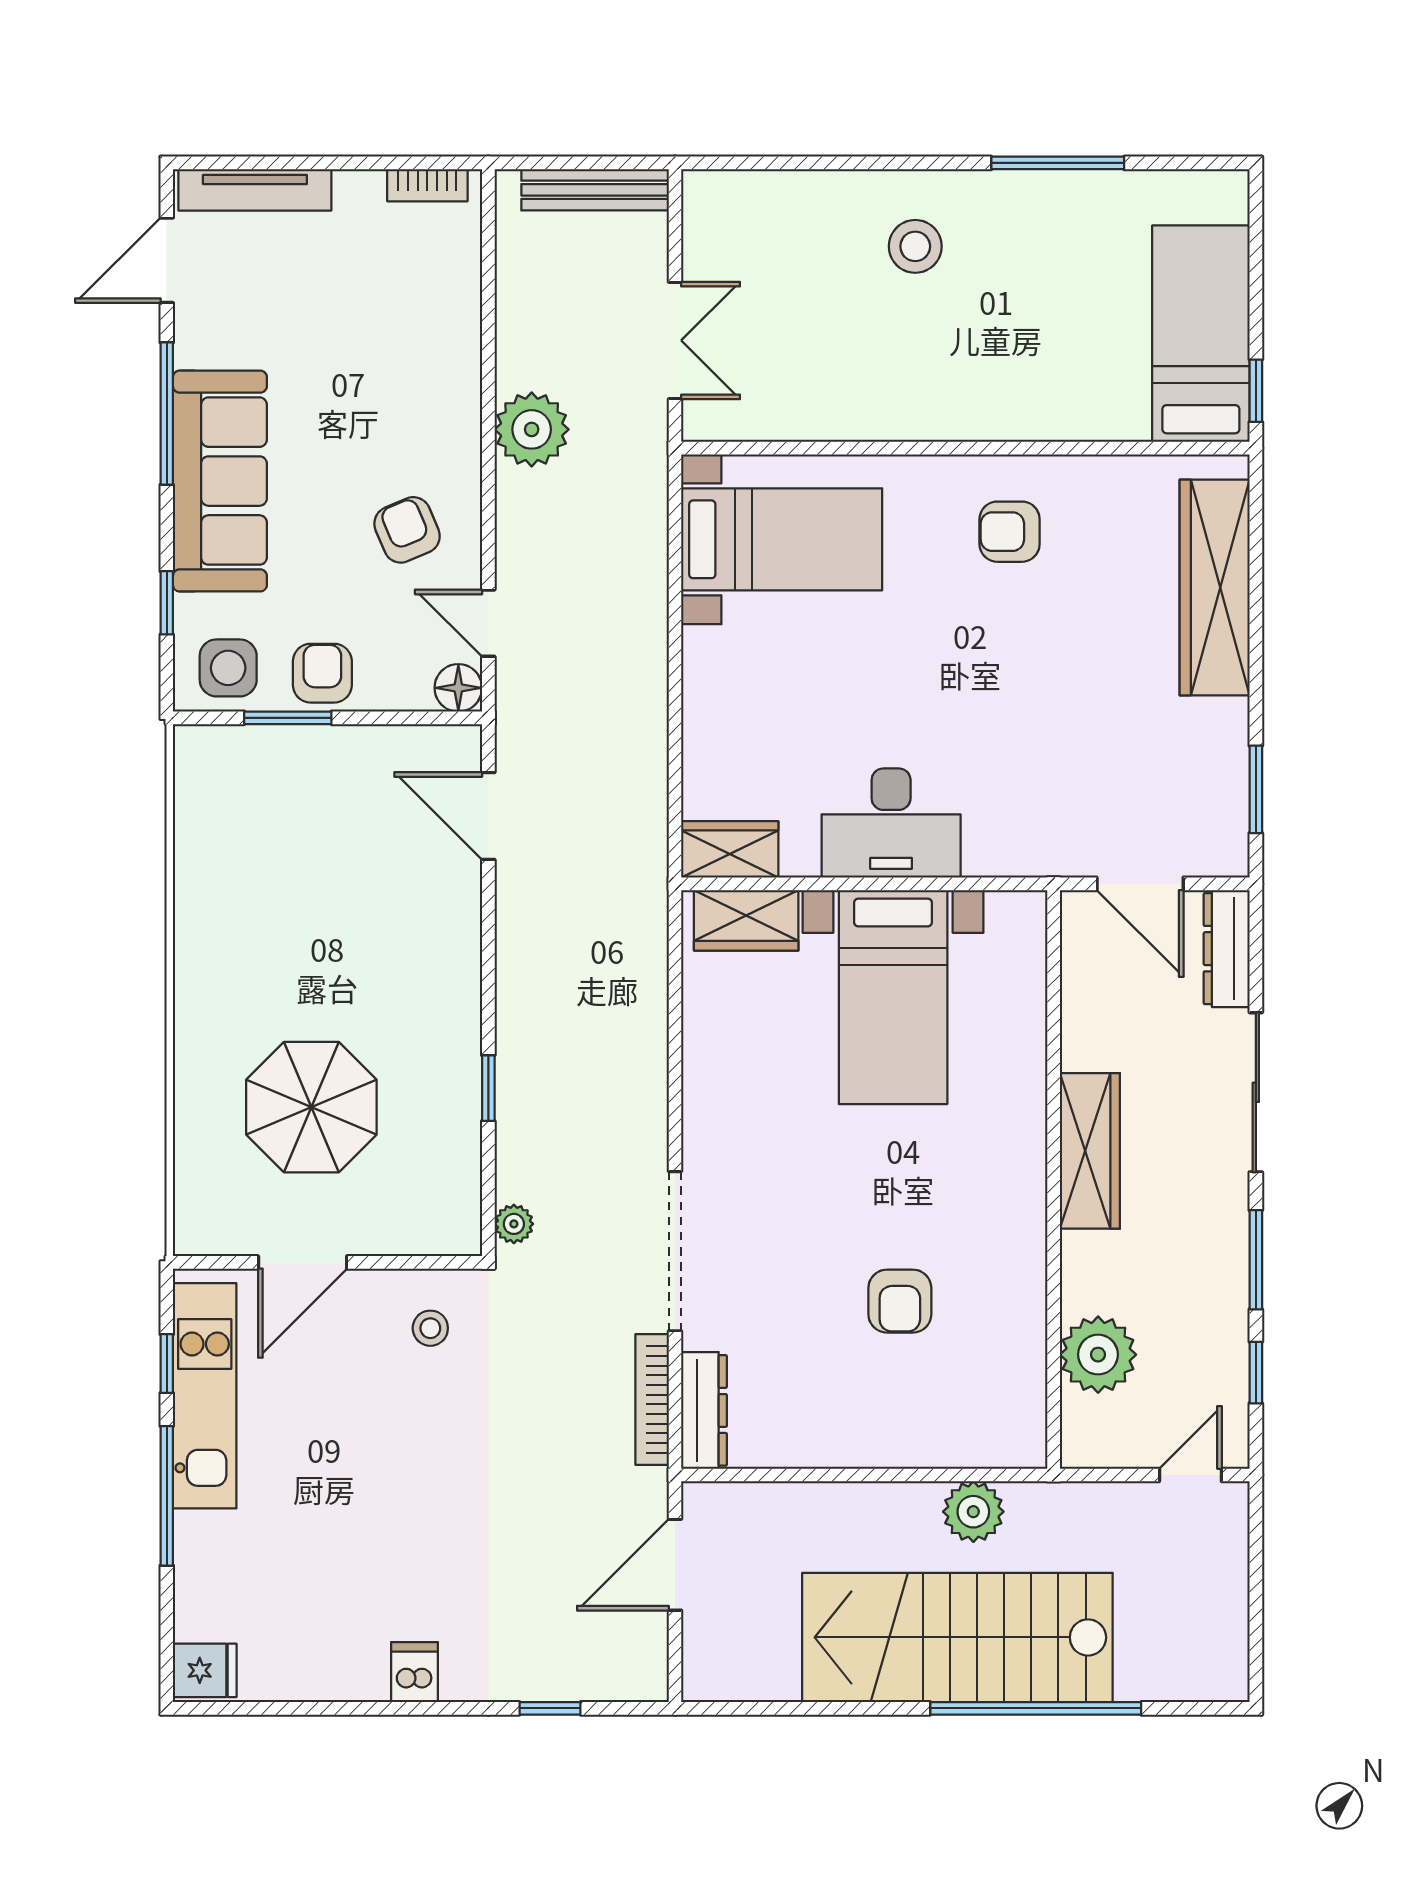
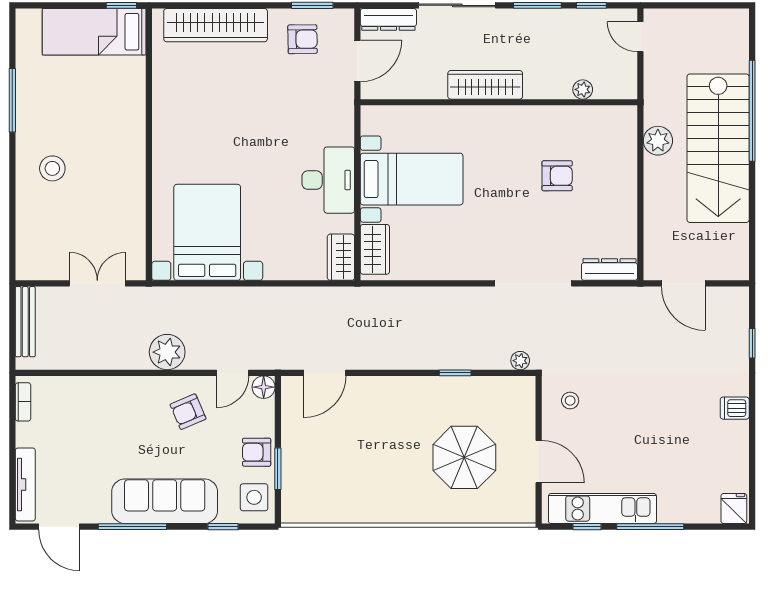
plant: (532, 429) -> (167, 352), moved
armchair: (1010, 532) -> (303, 39), moved, turned -91
bed with nightstands: (782, 539) -> (207, 232), width x1.36
plant: (1098, 1355) -> (583, 89), width x0.53, depth x0.53
bookcase: (652, 1399) -> (604, 294), removed

